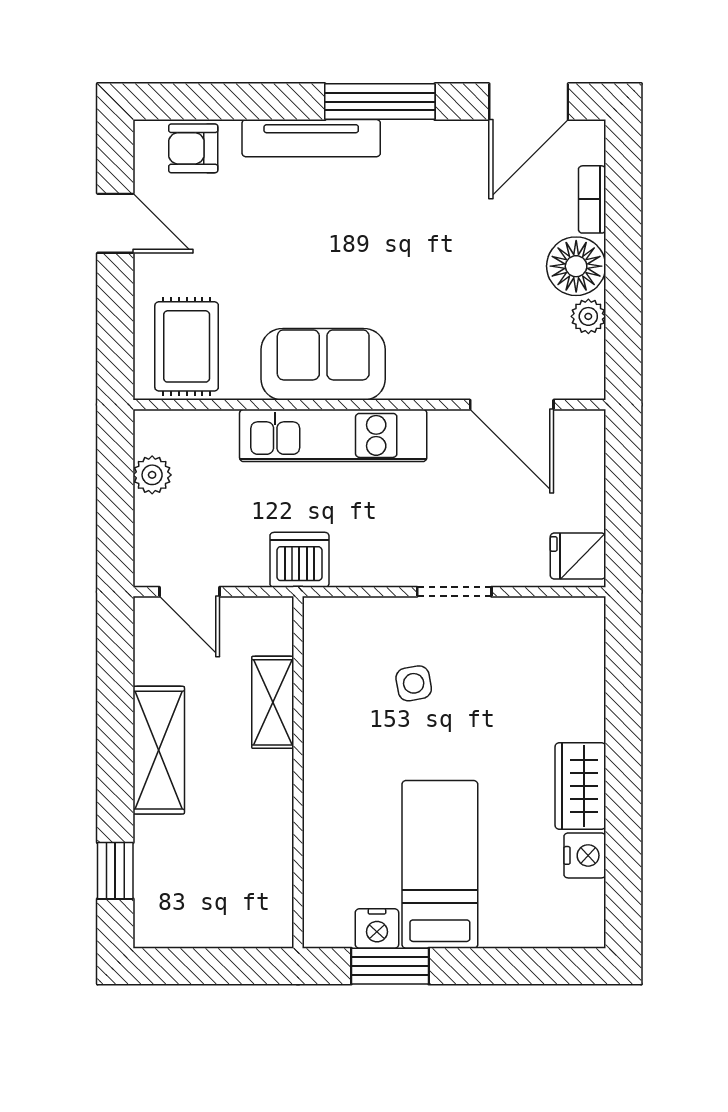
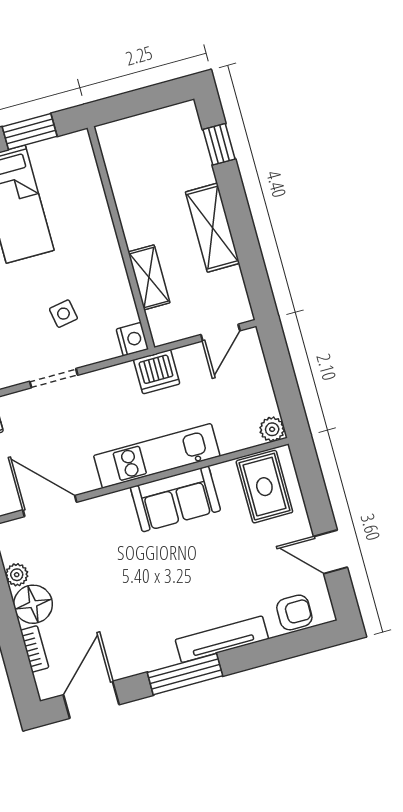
plant: (152, 475) -> (272, 429), moved
door: (190, 592) -> (220, 333), swing flipped
nightstand: (377, 928) -> (132, 339), moved, turned 90

